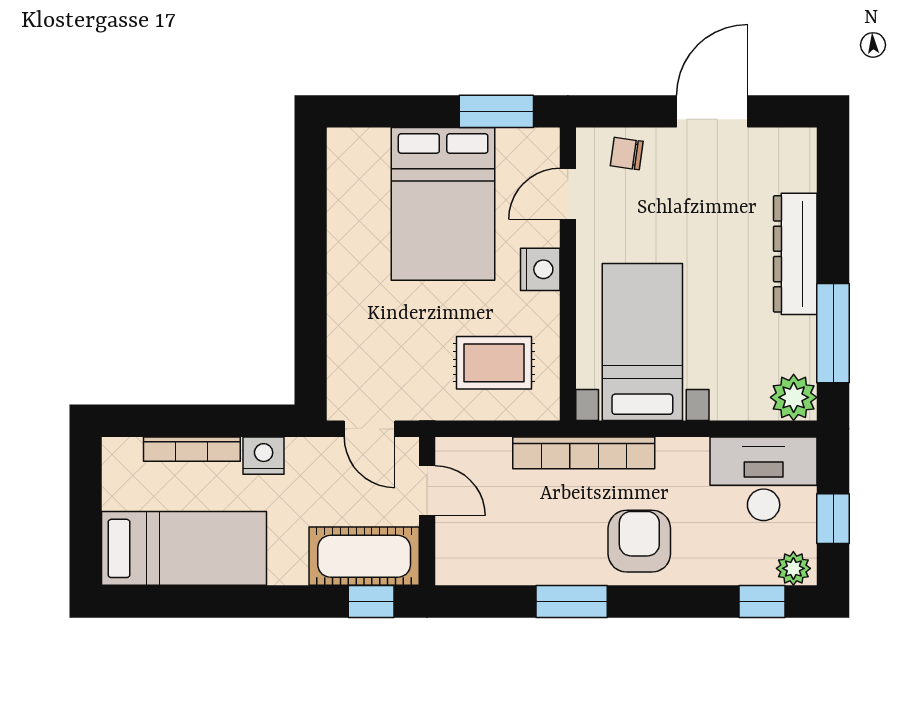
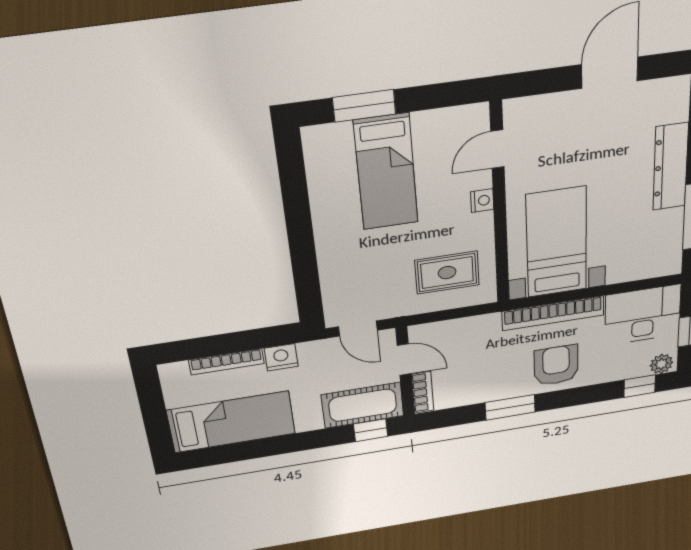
window: (496, 111) -> (364, 106), moved
chair: (627, 154) -> (543, 113), removed
bed: (443, 204) -> (386, 172), width x0.67
nightstand: (540, 269) -> (482, 201), width x0.72, depth x0.74
plant: (794, 397) -> (666, 261), removed
bookcase: (584, 453) -> (553, 313), moved
bookcase: (449, 551) -> (423, 392), added

